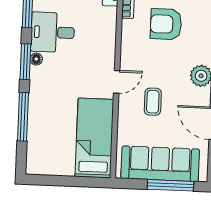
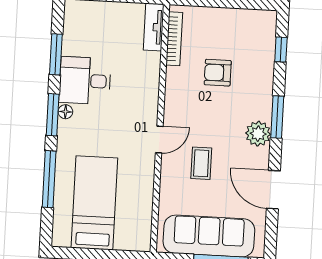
armchair: (166, 24) -> (218, 73), width x0.72, depth x0.72
bed: (94, 138) -> (94, 203), moved

